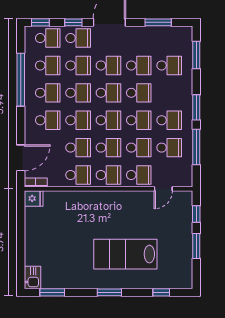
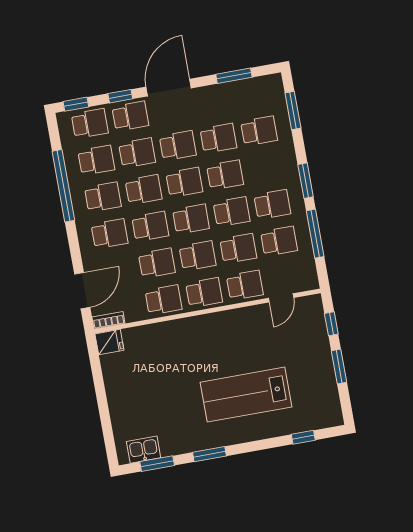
kitchen sink: (32, 277) -> (144, 450), moved, turned -90
window: (109, 292) -> (209, 454), moved

